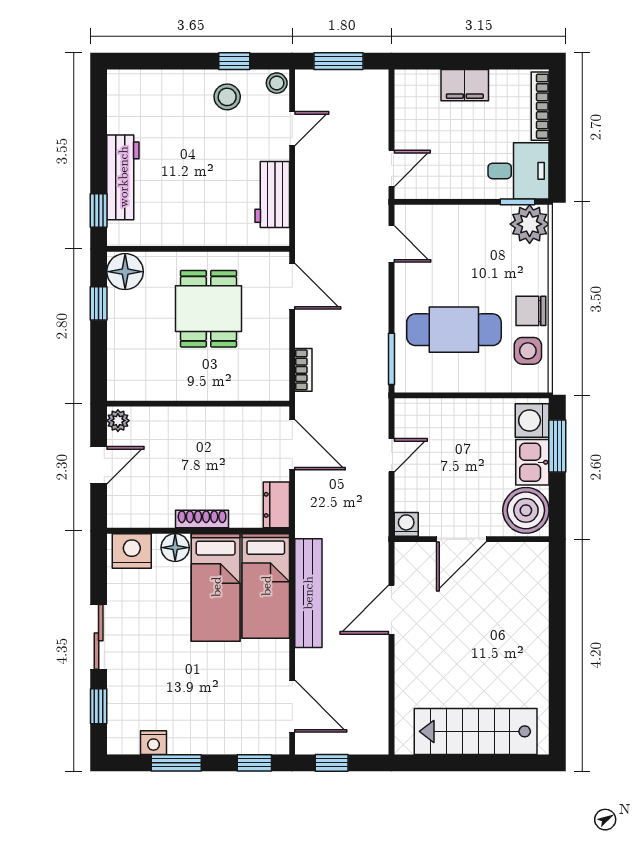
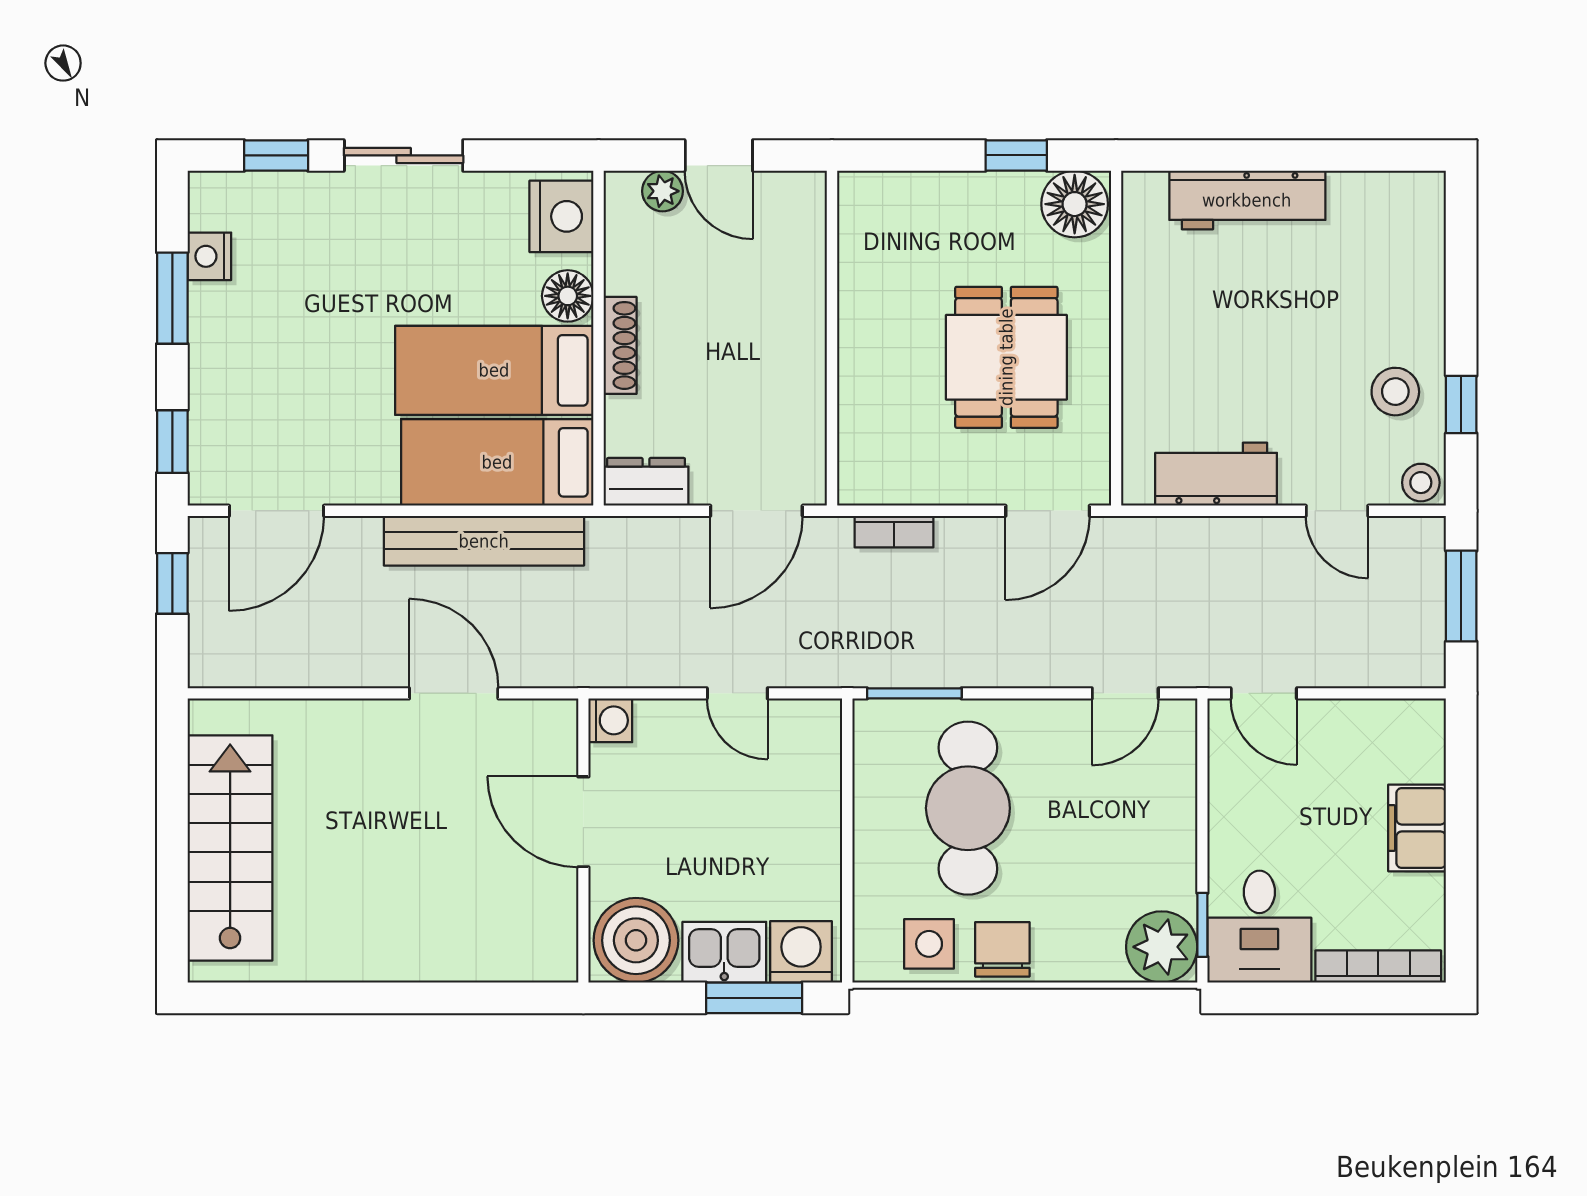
window: (99, 210) -> (1187, 155), removed
dining table: (208, 309) -> (1006, 357), turned 90
plant: (118, 421) -> (663, 191), moved

